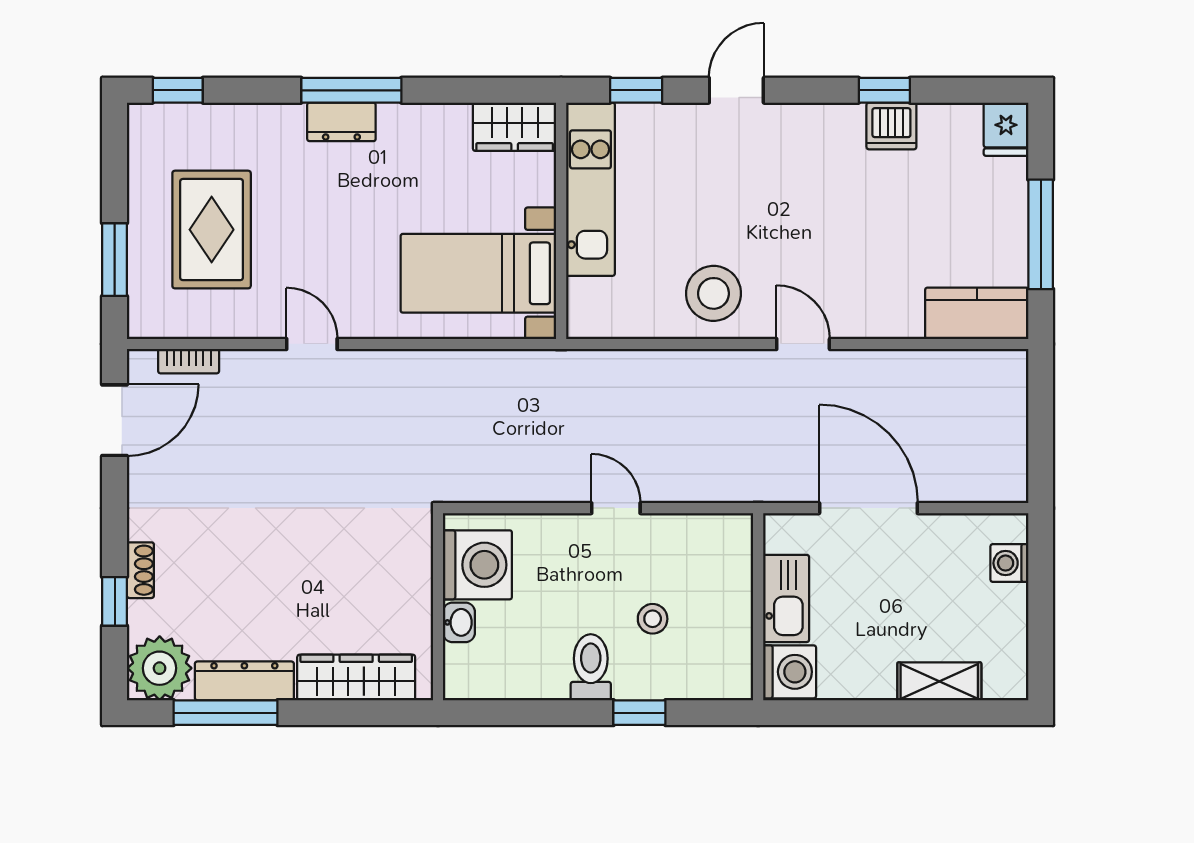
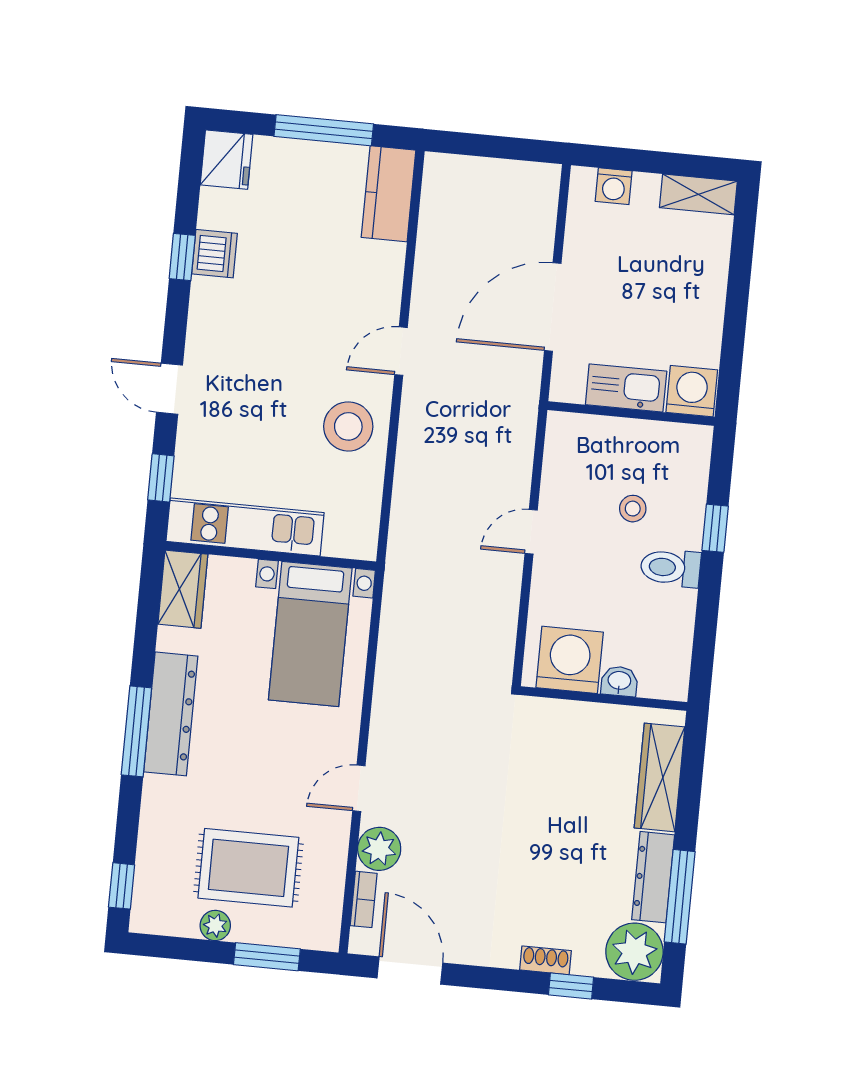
dresser: (341, 122) -> (171, 714), width x1.96, depth x1.24
fridge: (1006, 129) -> (226, 160), width x1.38
plant: (144, 199) -> (215, 925), added
plant: (247, 373) -> (379, 849), added
shelving: (939, 681) -> (698, 194), moved, turned 90

